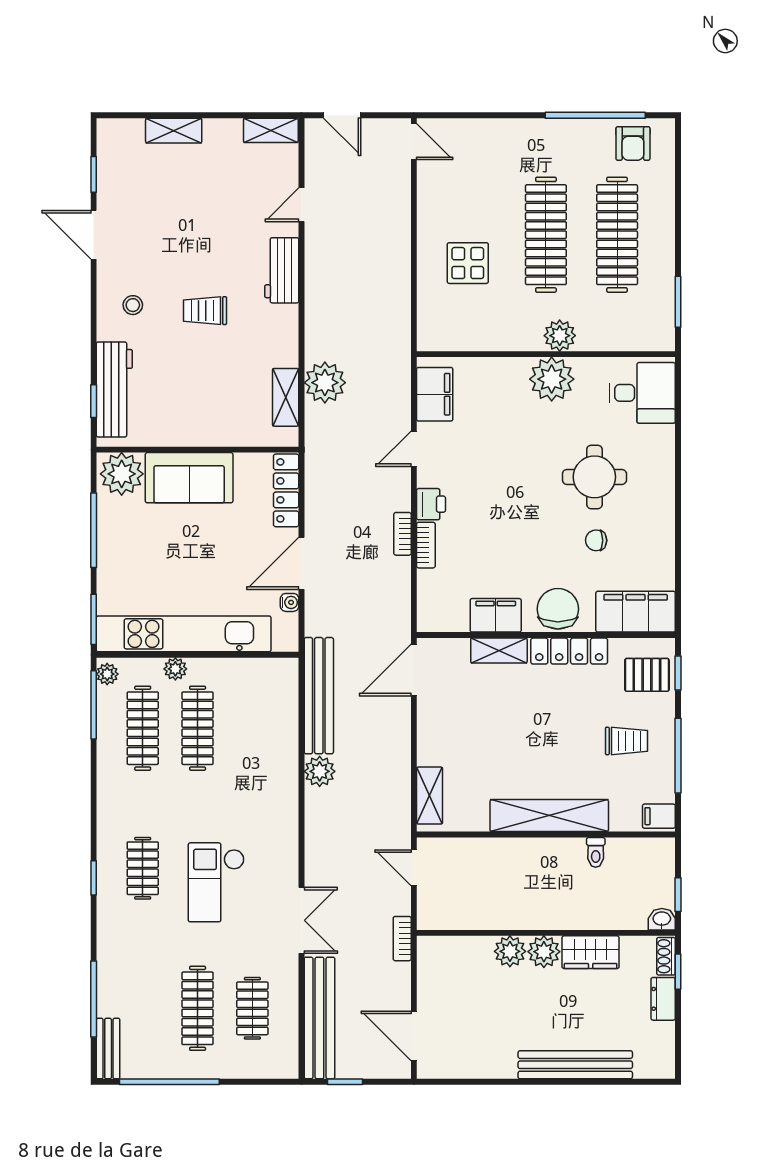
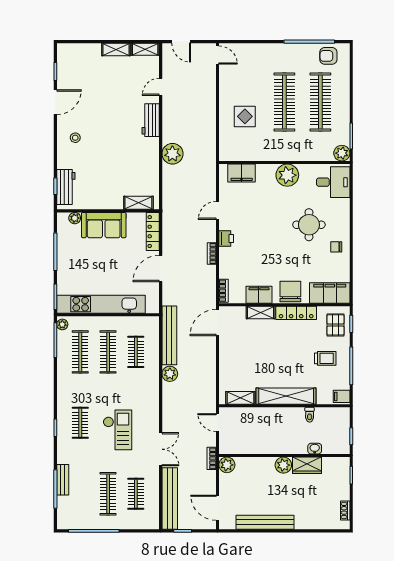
shelving: (174, 131) -> (116, 49), moved
armchair: (633, 144) -> (328, 56), turned 90
door: (94, 235) -> (55, 102), swing flipped
trolley: (205, 311) -> (112, 141), removed
plant: (560, 336) -> (342, 153), moved
plant: (325, 383) -> (172, 154), moved
workbench: (114, 389) -> (66, 187), width x0.73
filing cabinet: (435, 394) -> (242, 173), moved, turned 90
shelving: (286, 397) -> (138, 203), moved, turned 90
plant: (122, 474) -> (75, 218), width x0.53, depth x0.53
chair: (596, 540) -> (336, 247), moved
bookcase: (426, 545) -> (224, 291), moved
water cooler: (290, 602) -> (155, 288), removed
plant: (175, 669) -> (97, 322), removed
pallet: (647, 675) -> (336, 325), turned 90
clothes rail: (252, 728) -> (136, 352), added
shelving: (430, 796) -> (240, 398), moved, turned 90
checkout: (216, 882) -> (117, 430), turned 180
washbasin: (662, 919) -> (315, 449), moved
plant: (510, 951) -> (227, 465), moved
shoe rack: (666, 956) -> (345, 510), moved
dresser: (663, 999) -> (344, 489), removed
bench: (108, 1049) -> (63, 480), moved
bench: (575, 1065) -> (265, 522), moved

